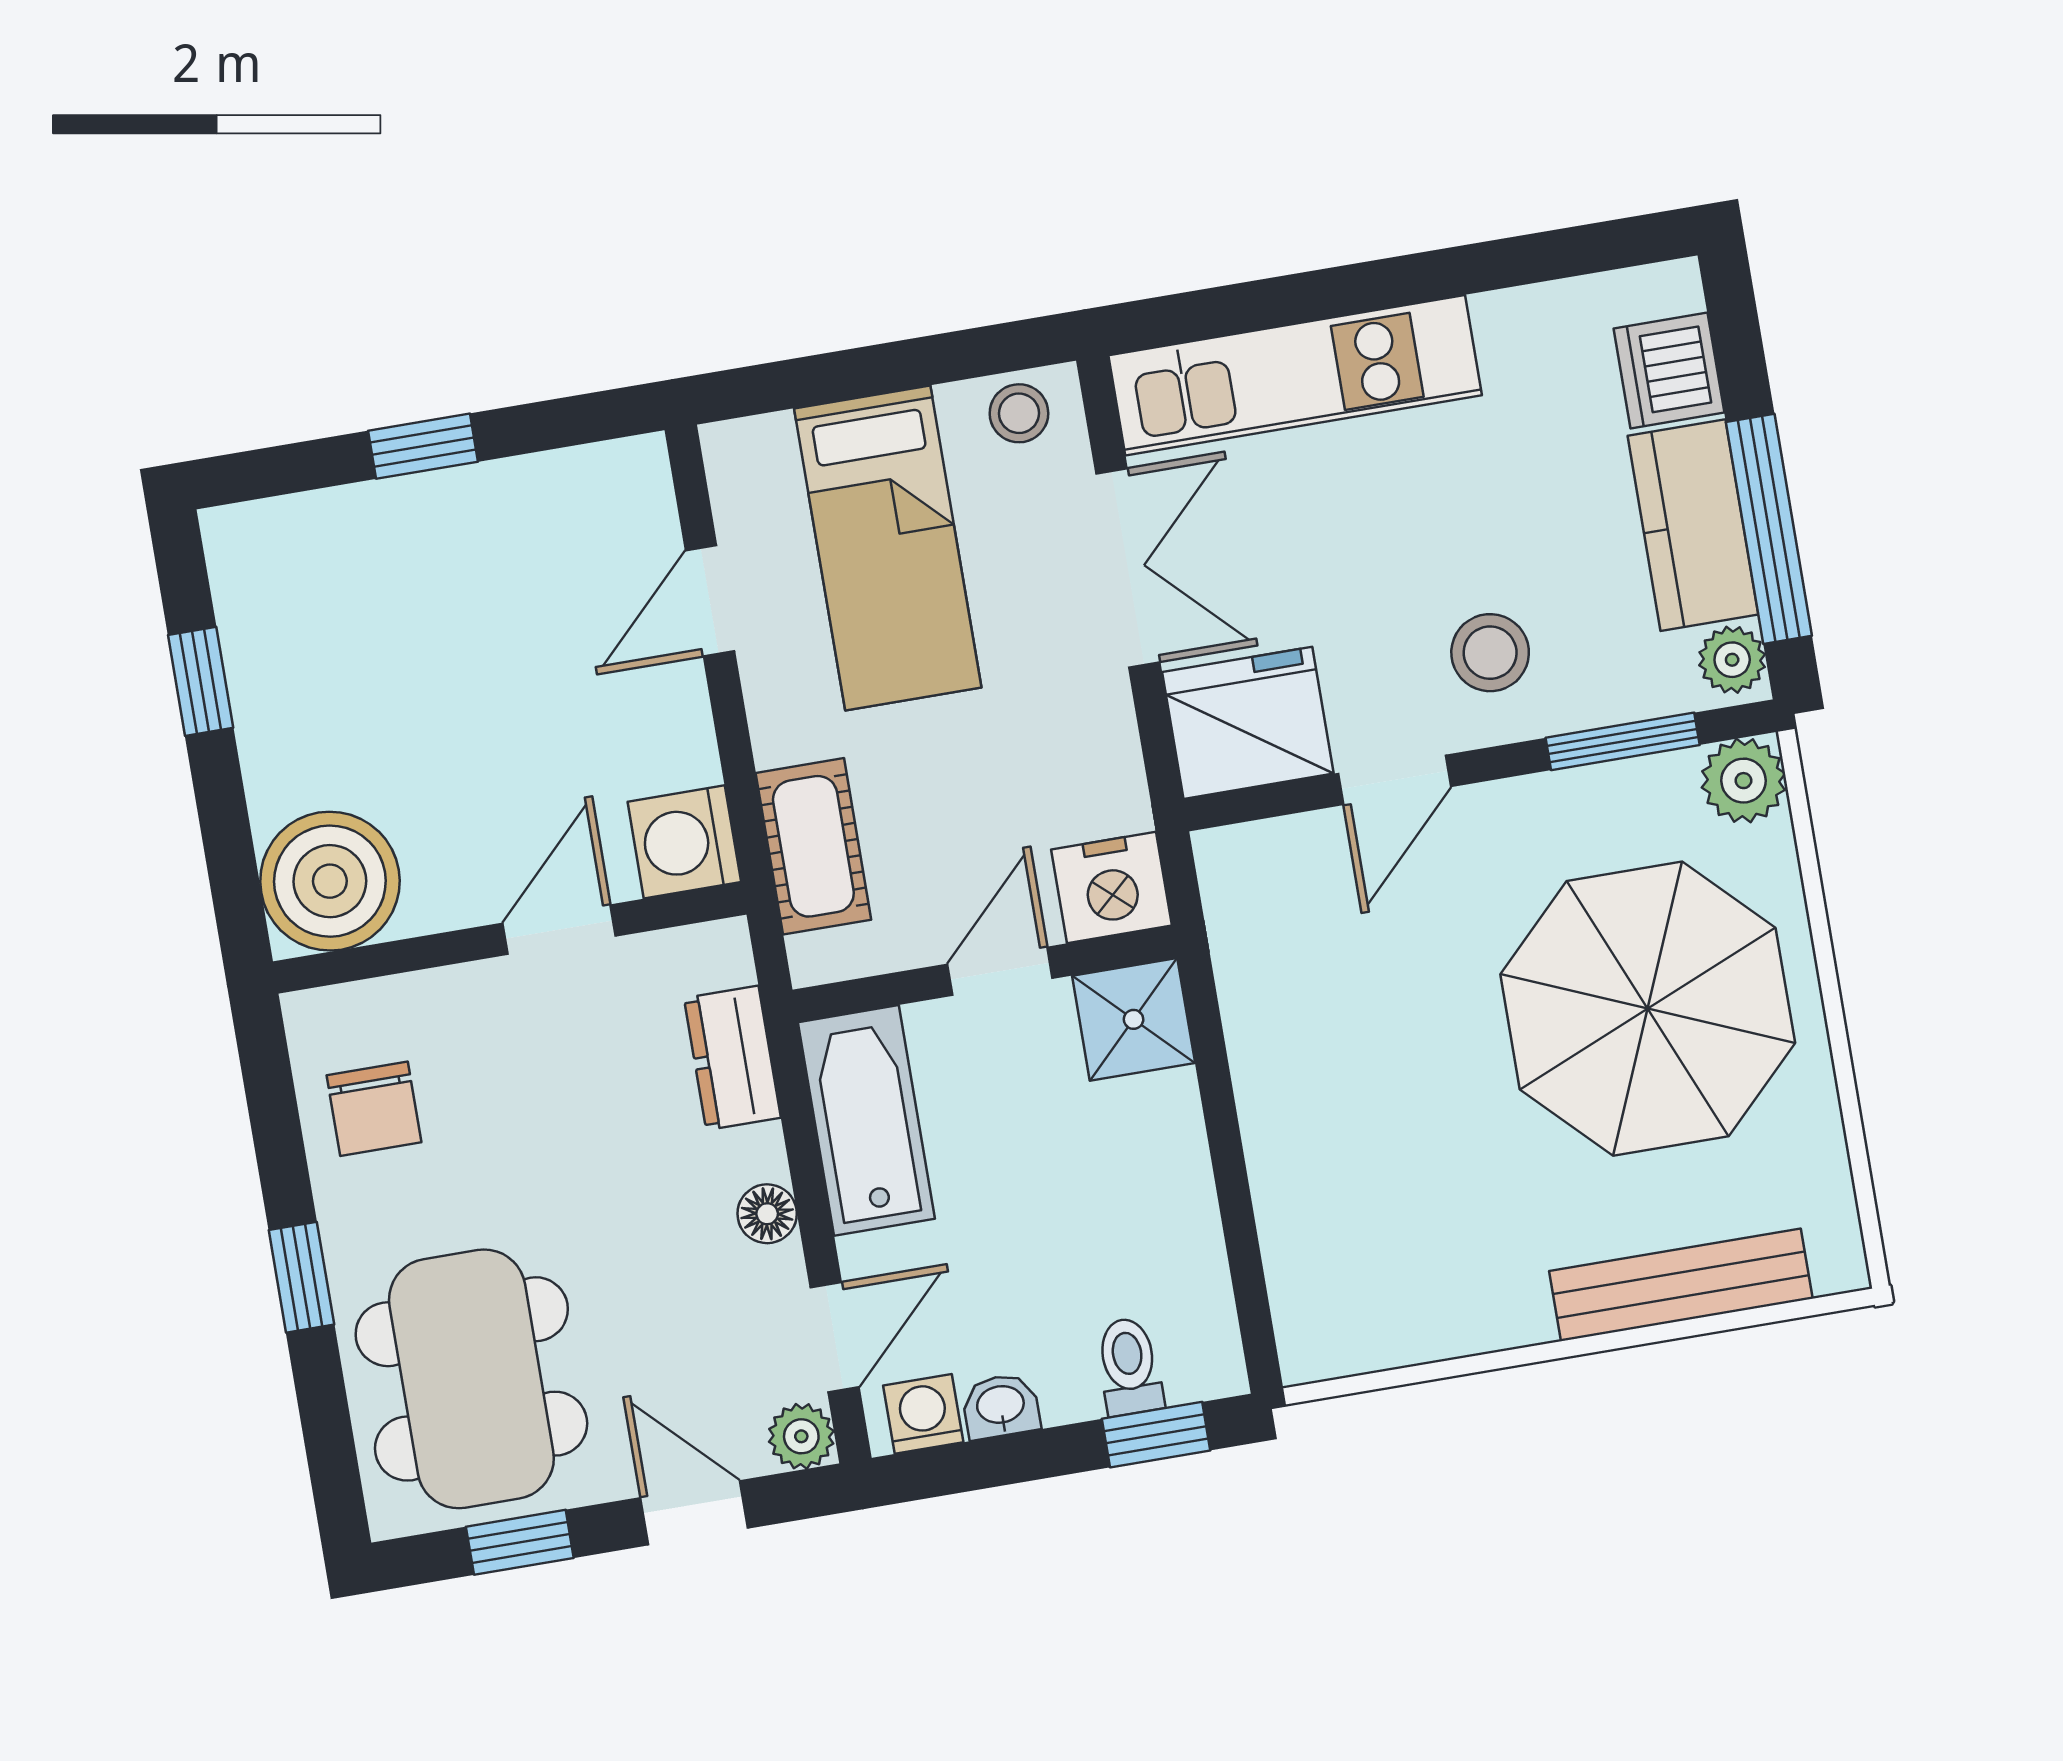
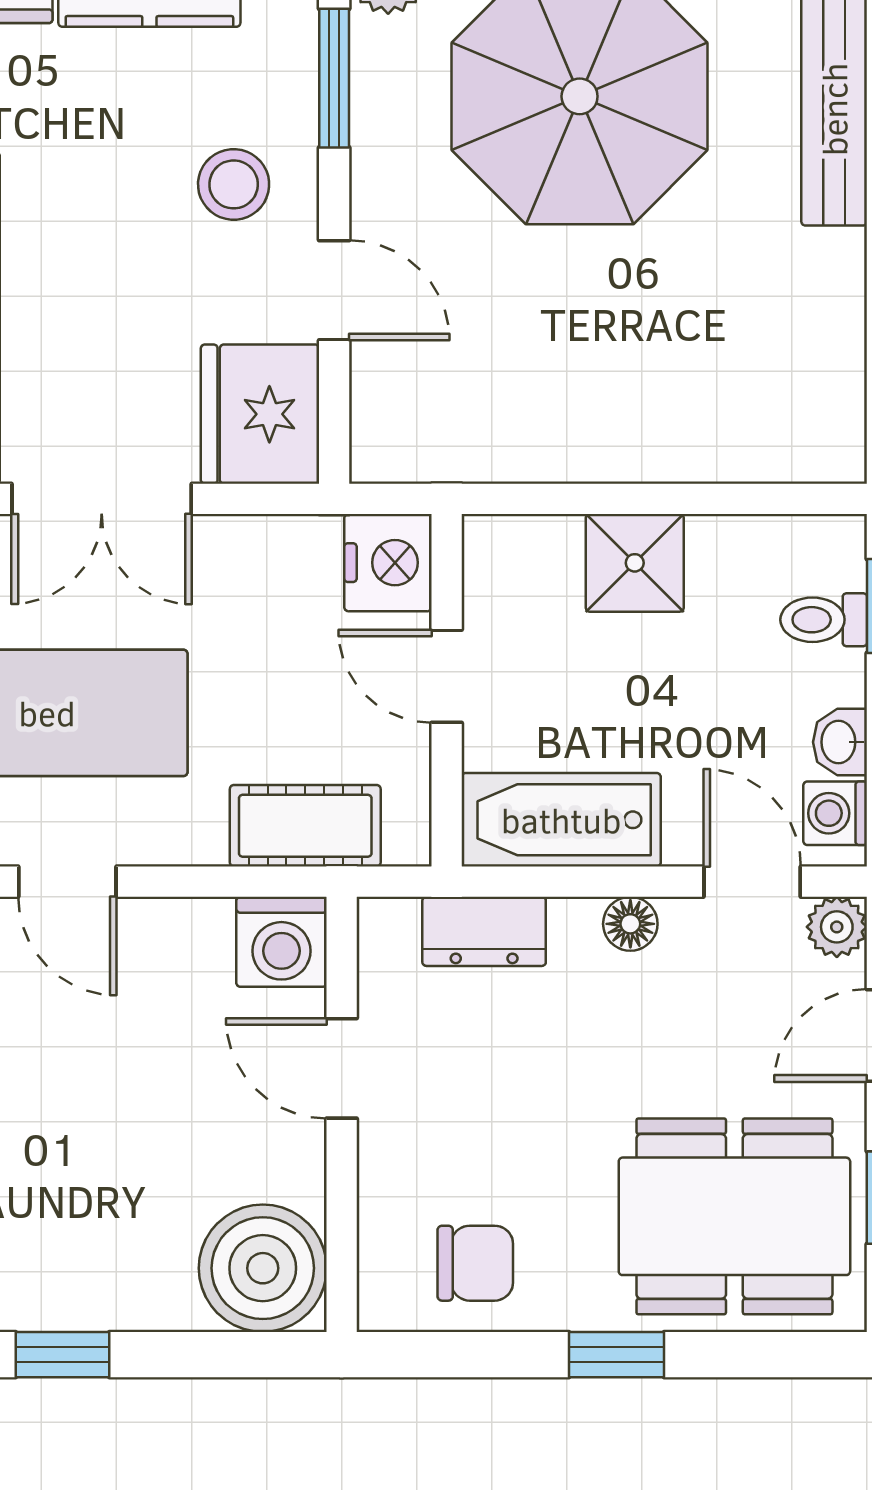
double door: (1128, 568) -> (102, 499), swing flipped
shower: (1134, 1019) -> (635, 563), moved

